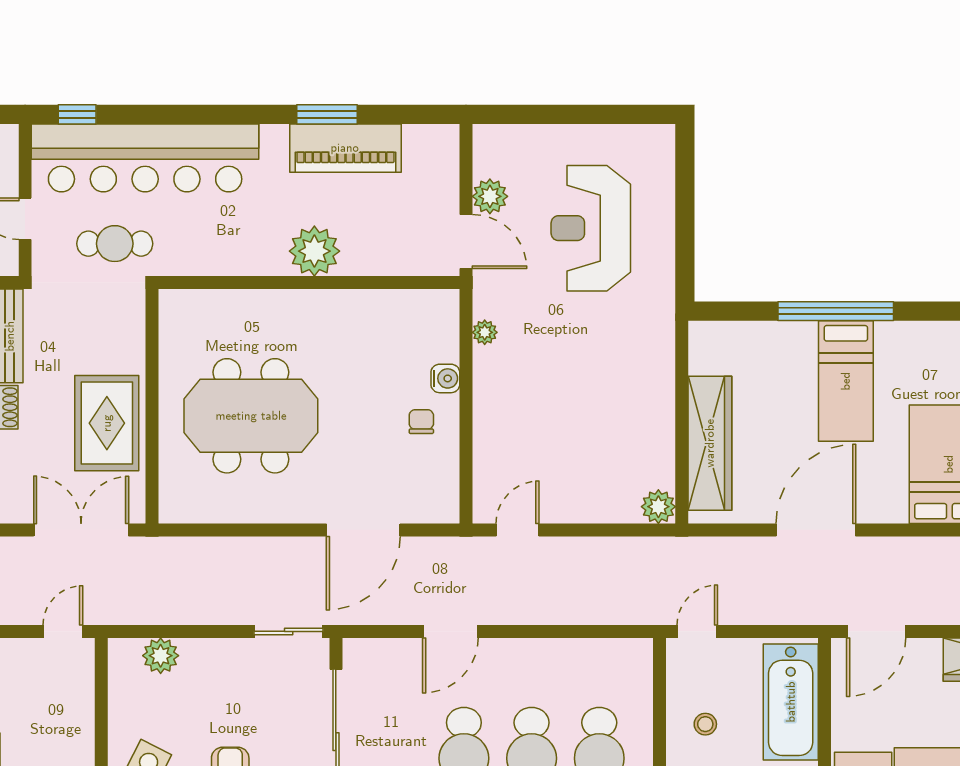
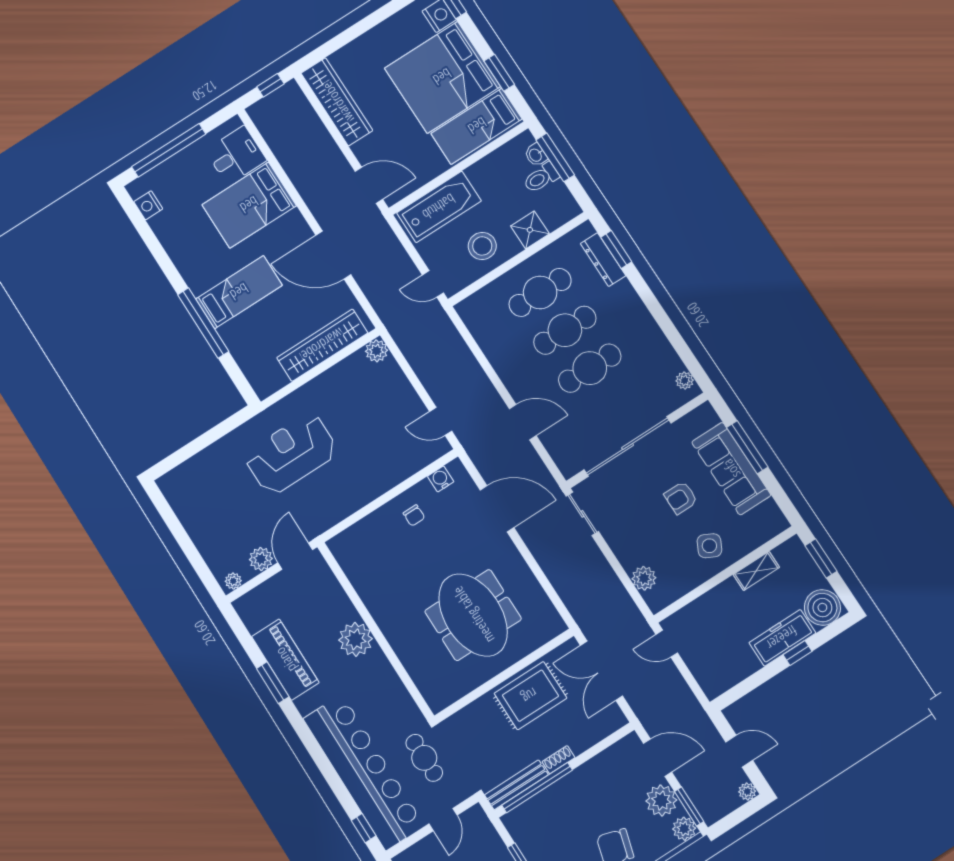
reception desk: (591, 228) -> (291, 454), moved, turned 180
plant: (485, 332) -> (233, 581), moved
water cooler: (445, 378) -> (441, 479), moved
chair: (421, 422) -> (414, 515), turned -90
stool: (705, 724) -> (482, 246), width x1.89, depth x1.89

